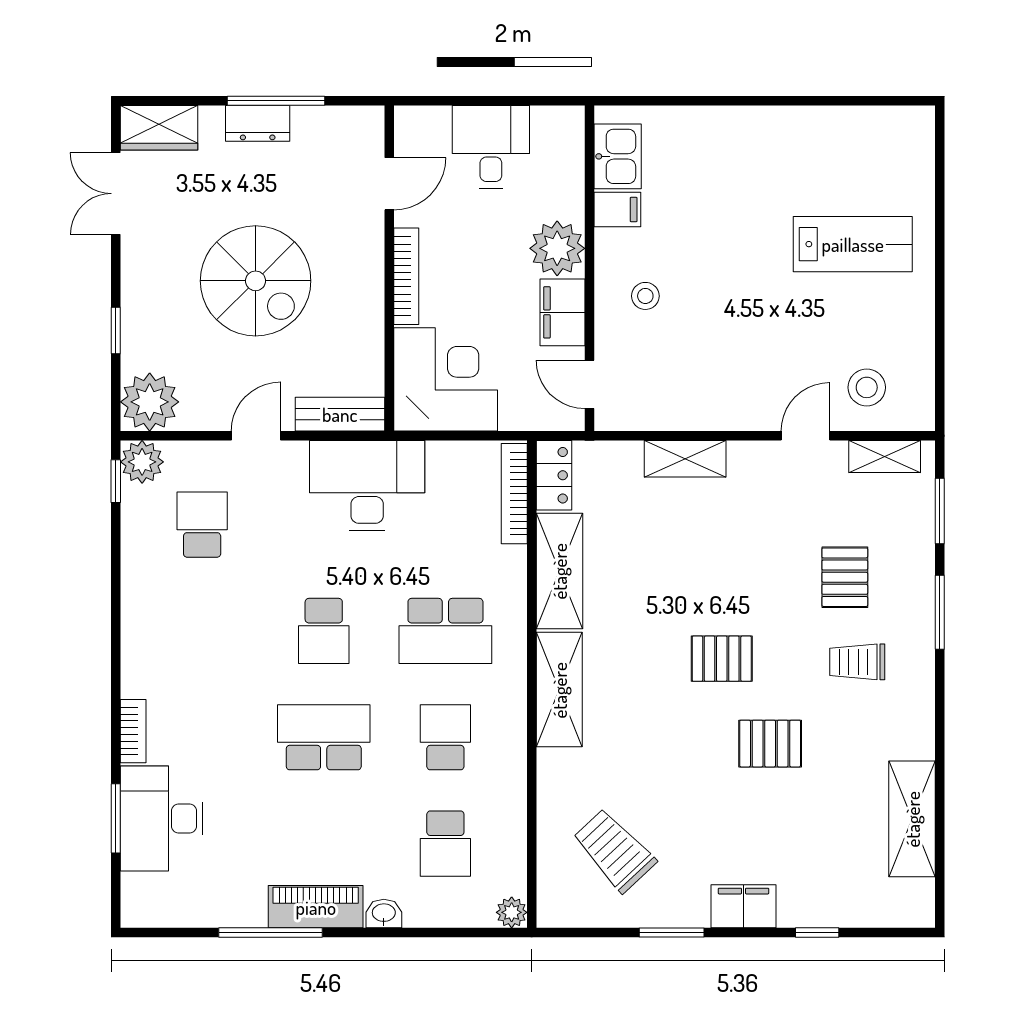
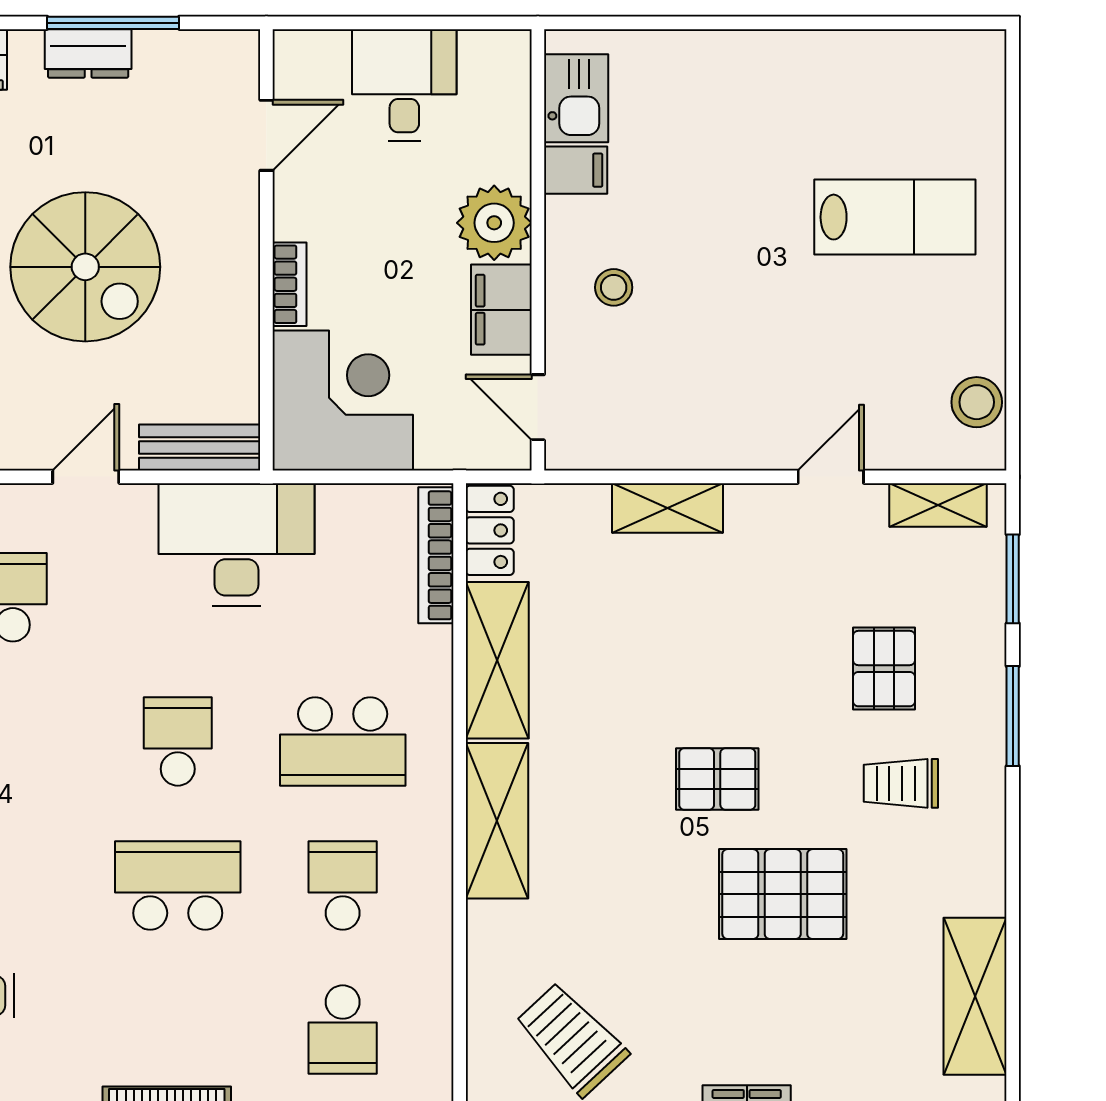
bookcase: (406, 276) -> (289, 284), width x0.64
stool: (867, 387) -> (977, 402), moved
school desk: (324, 631) -> (178, 741), turned 180
pallet: (770, 744) -> (783, 894), width x1.50, depth x1.42

